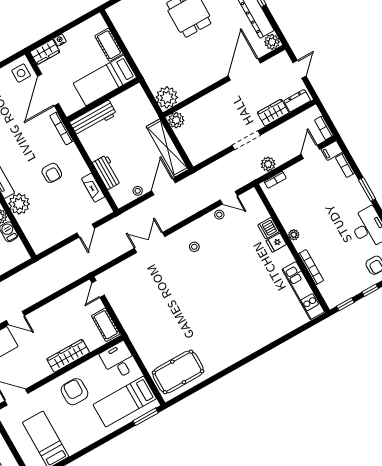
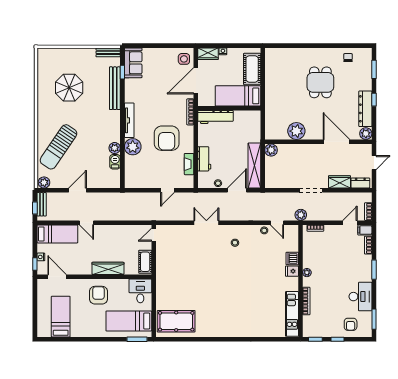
cot: (109, 45) -> (252, 69), width x1.37, depth x1.34
door: (244, 69) -> (337, 142), hinge flipped
plant: (167, 97) -> (296, 131), moved
plant: (268, 164) -> (301, 215), moved
armchair: (52, 173) -> (167, 138), width x1.88, depth x1.88

